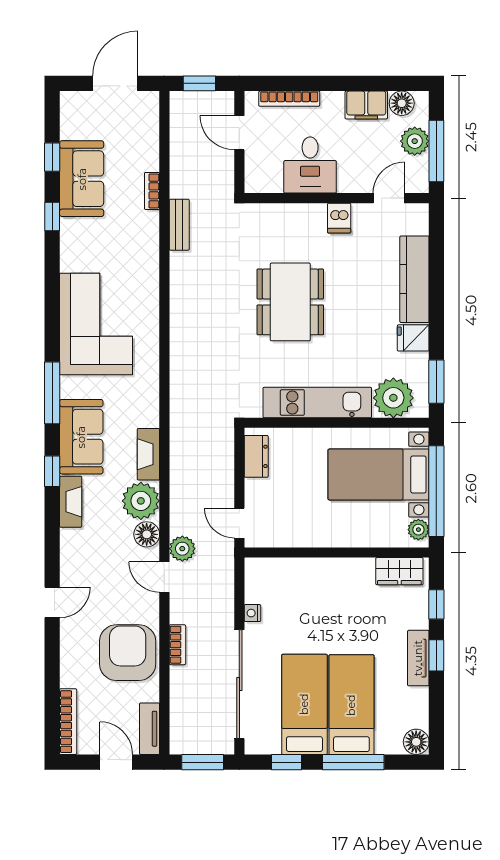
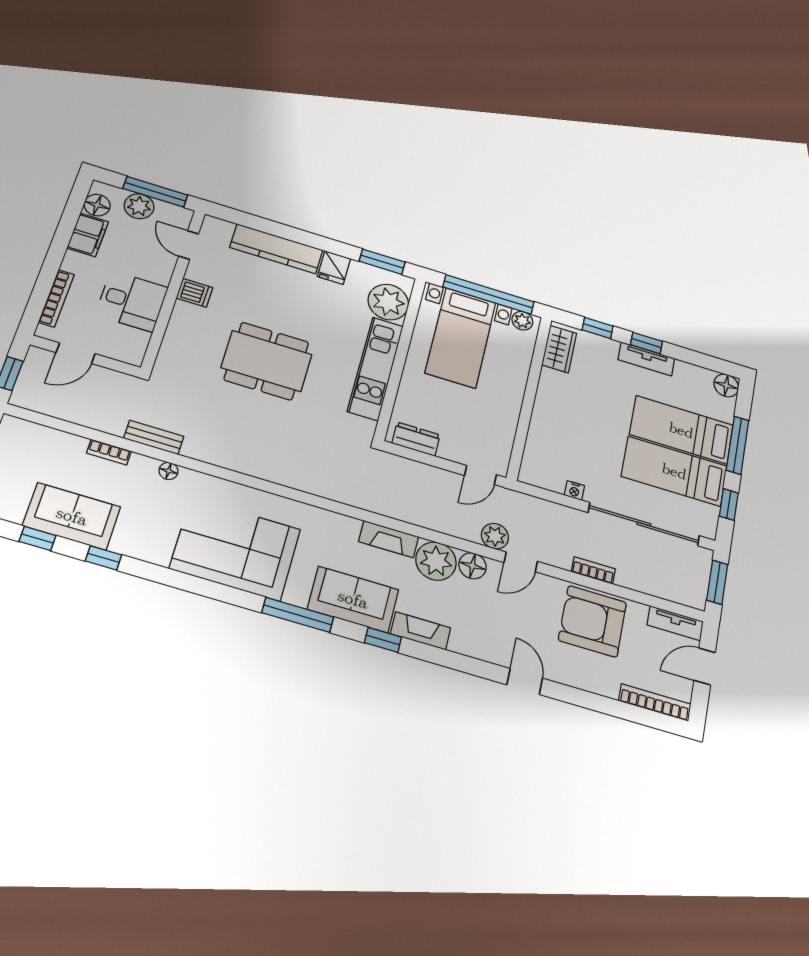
floor lamp: (151, 247) -> (169, 471), added

